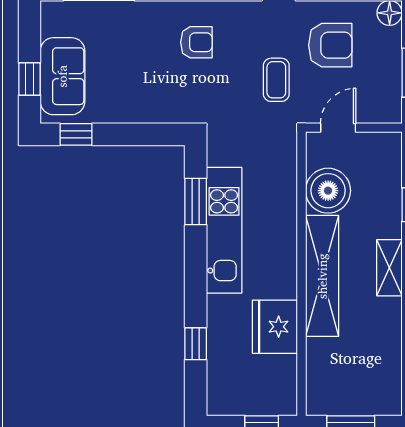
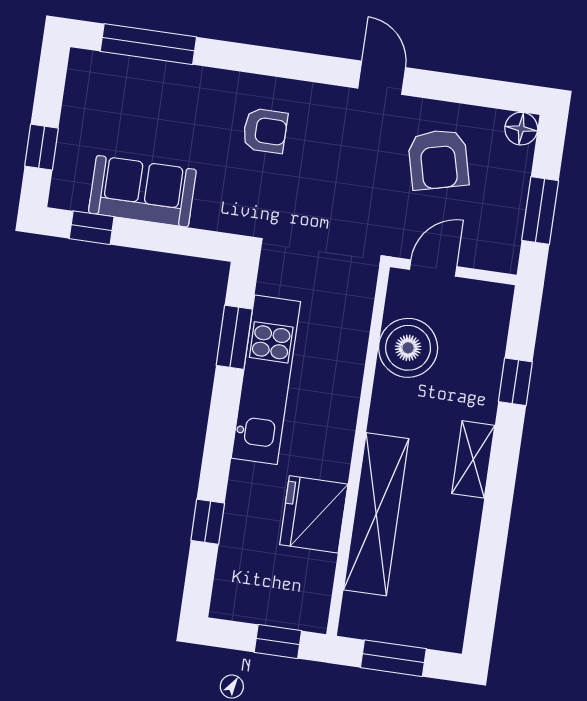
armchair: (330, 45) -> (438, 159), turned 76
sofa: (62, 76) -> (142, 191), moved, turned -90
coffee table: (276, 80) -> (362, 194), removed
shelving: (322, 276) -> (376, 514), moved

